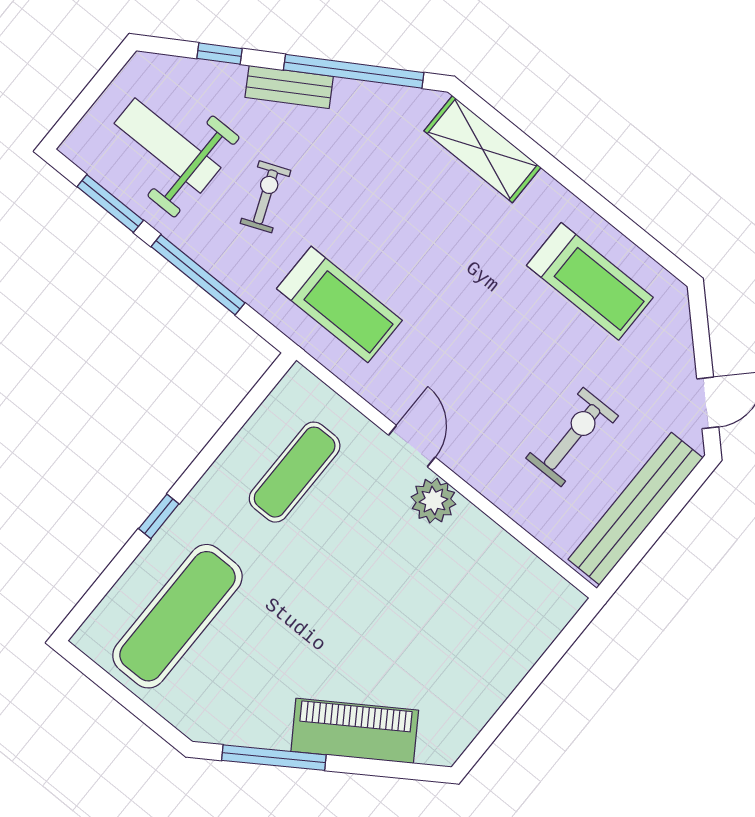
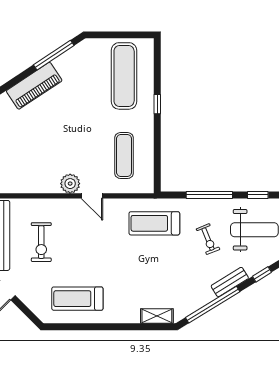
shelving: (483, 149) -> (157, 316), width x0.67, depth x0.75
window: (110, 203) -> (258, 195), width x0.67

